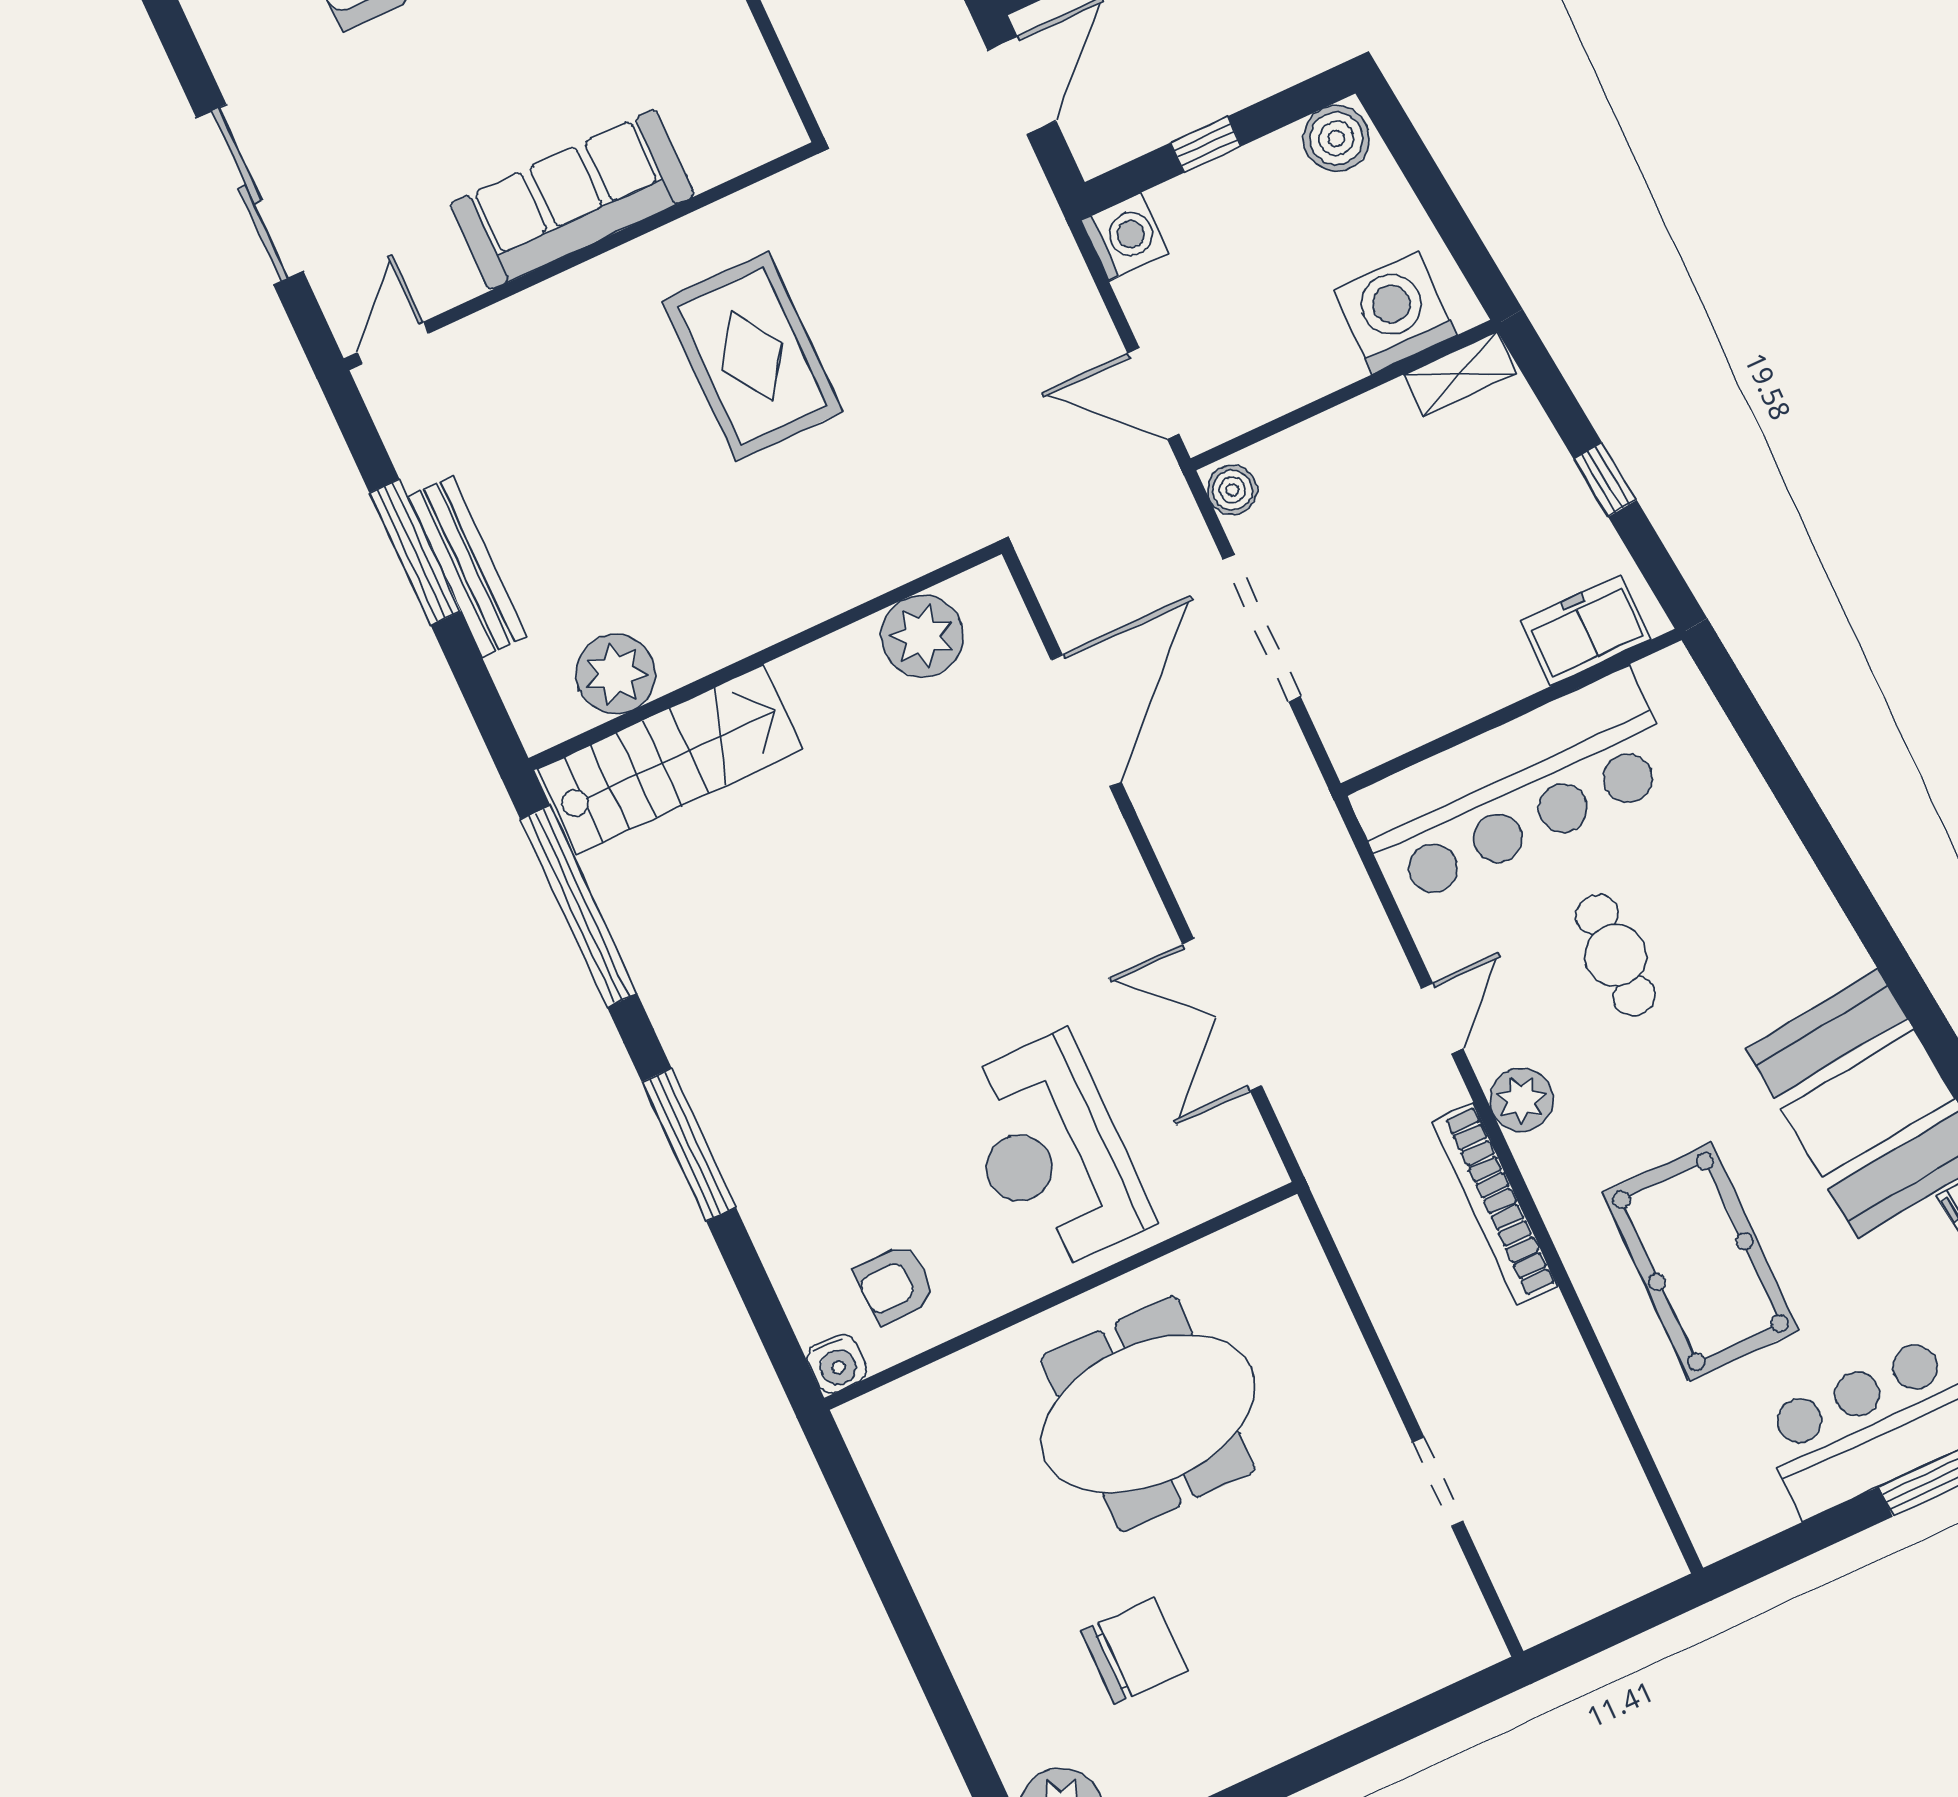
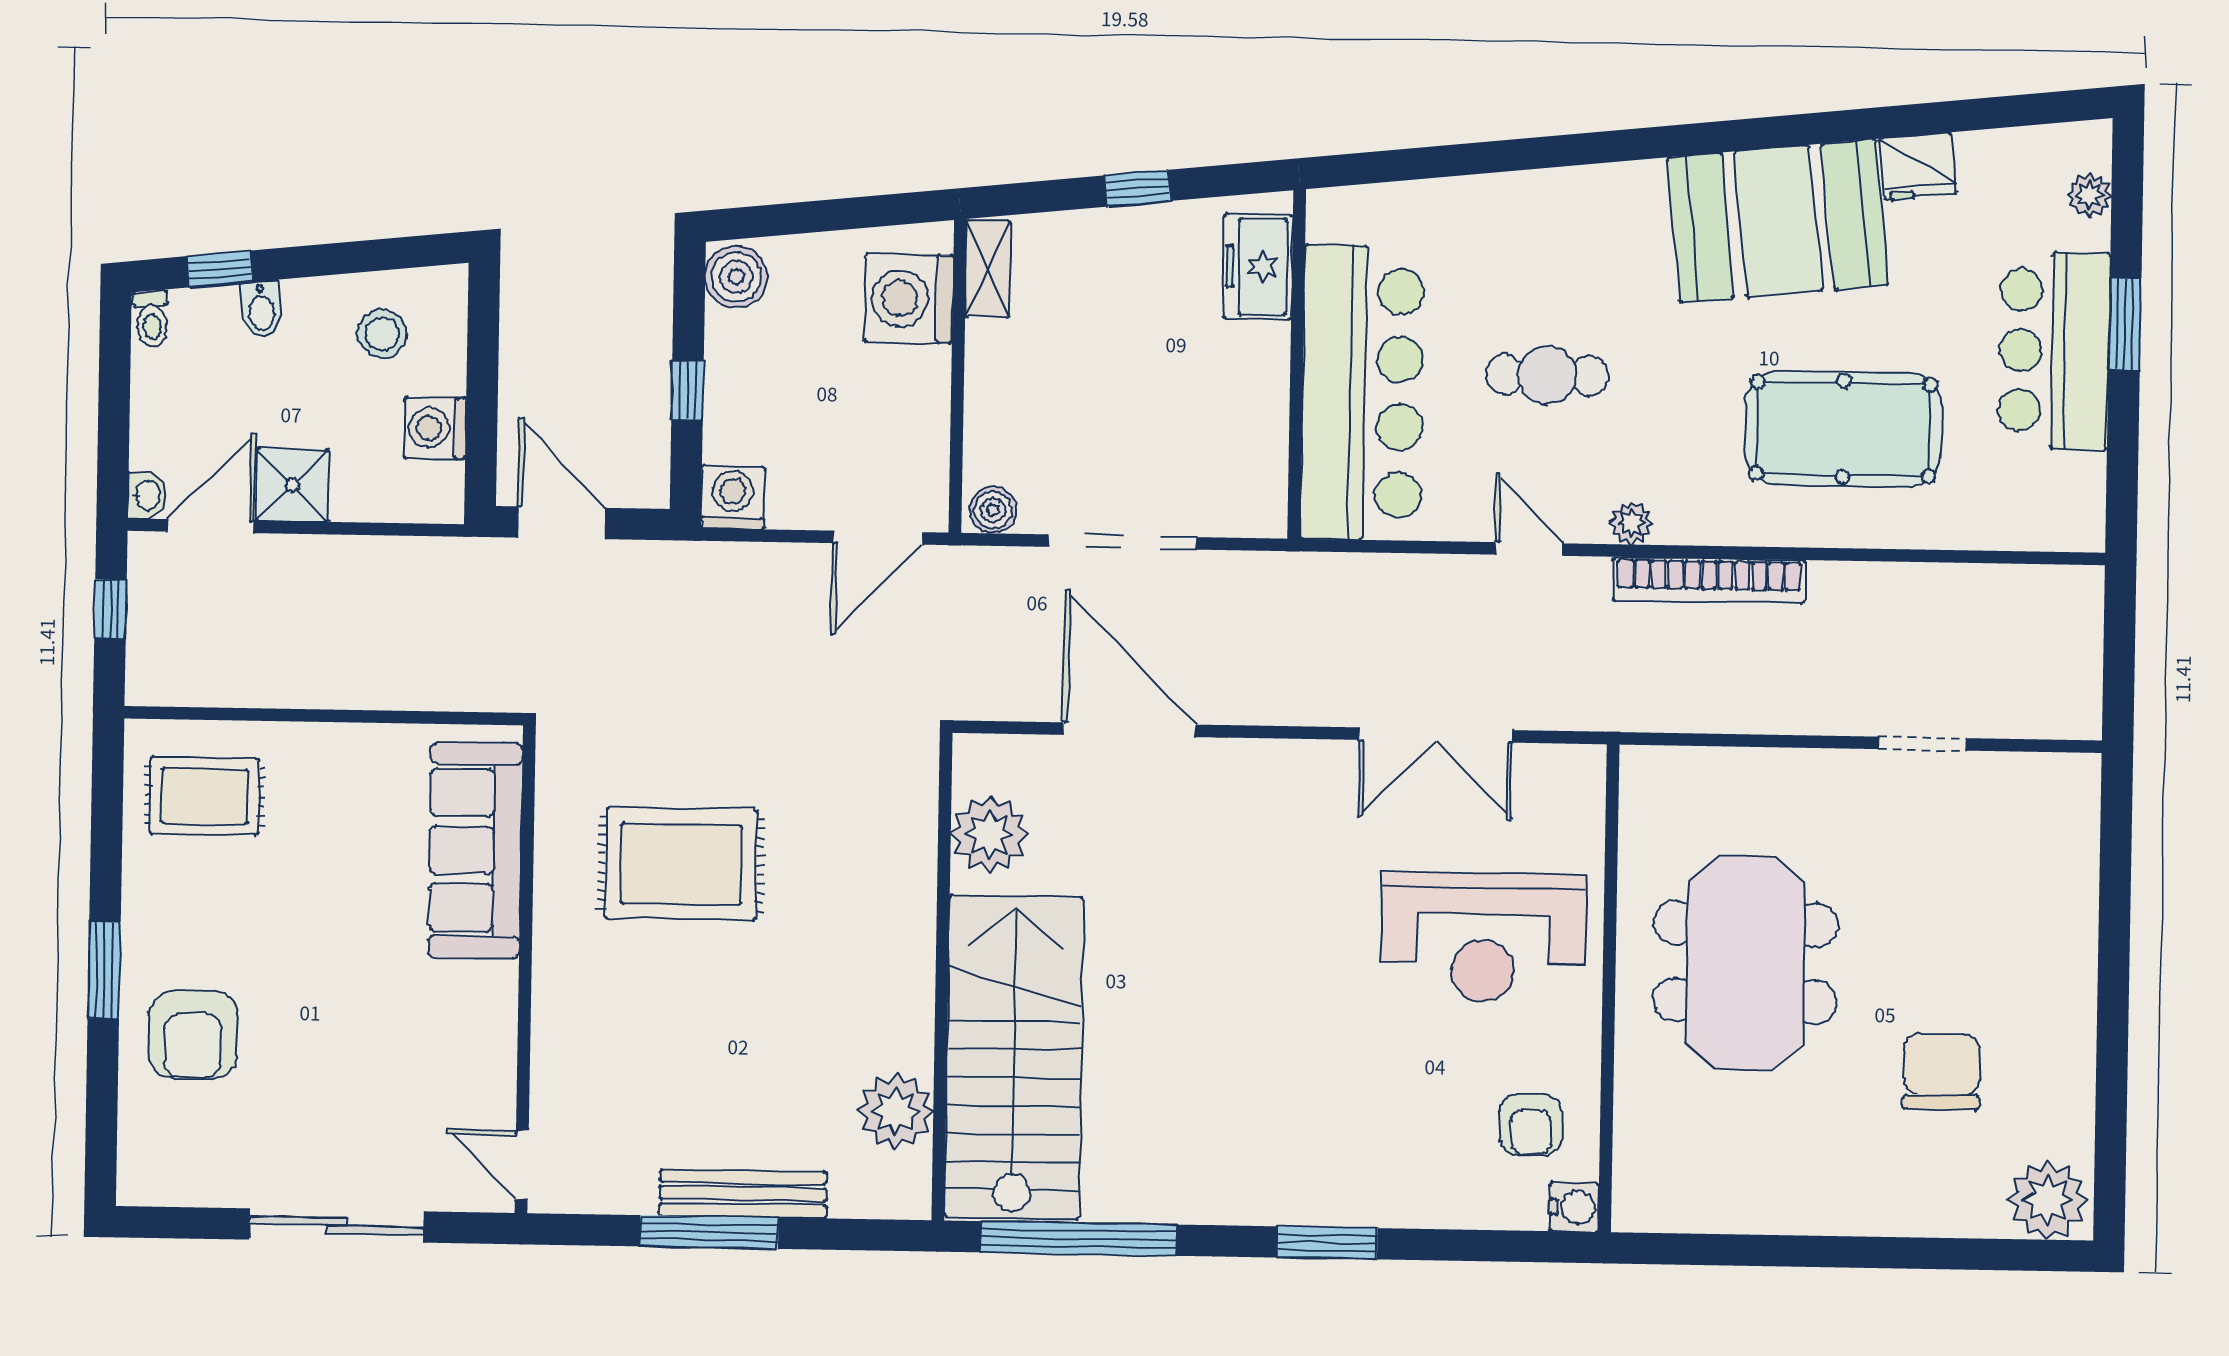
sofa: (572, 200) -> (475, 850), moved
stairs: (670, 759) -> (1014, 1057), width x1.36, depth x1.51
plant: (1521, 1100) -> (1631, 523), width x0.73, depth x0.73
window: (689, 1145) -> (1327, 1243), width x0.69

